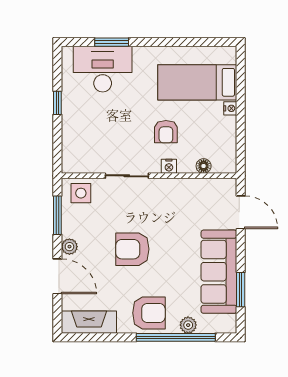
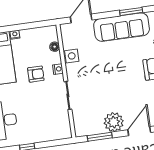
side table: (81, 193) -> (72, 56), moved
plant: (69, 247) -> (114, 122), width x1.88, depth x1.88
armchair: (132, 249) -> (115, 85), removed

